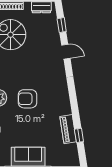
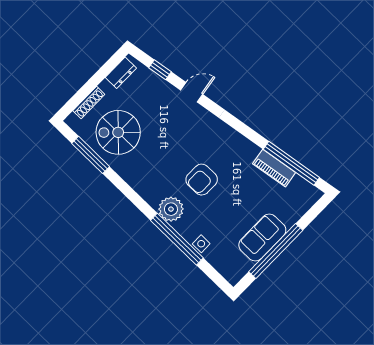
window: (79, 135) -> (291, 163), width x3.17

